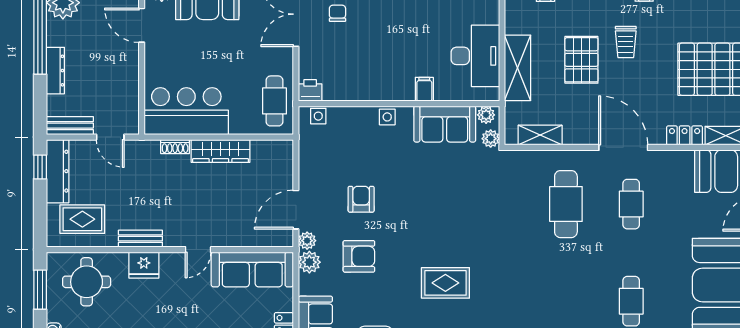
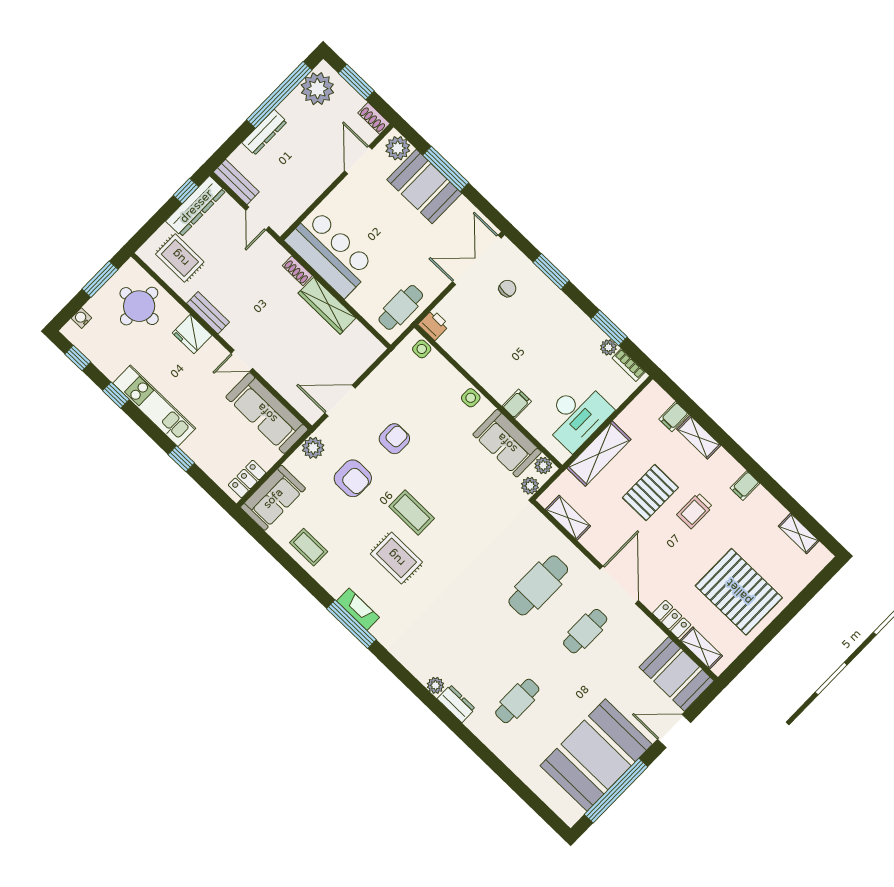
coffee table: (425, 240) -> (412, 512), added
plant: (307, 241) -> (327, 431), removed

